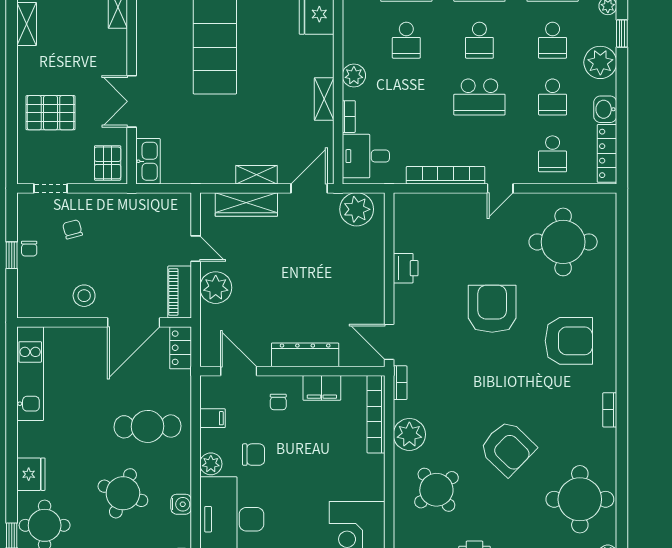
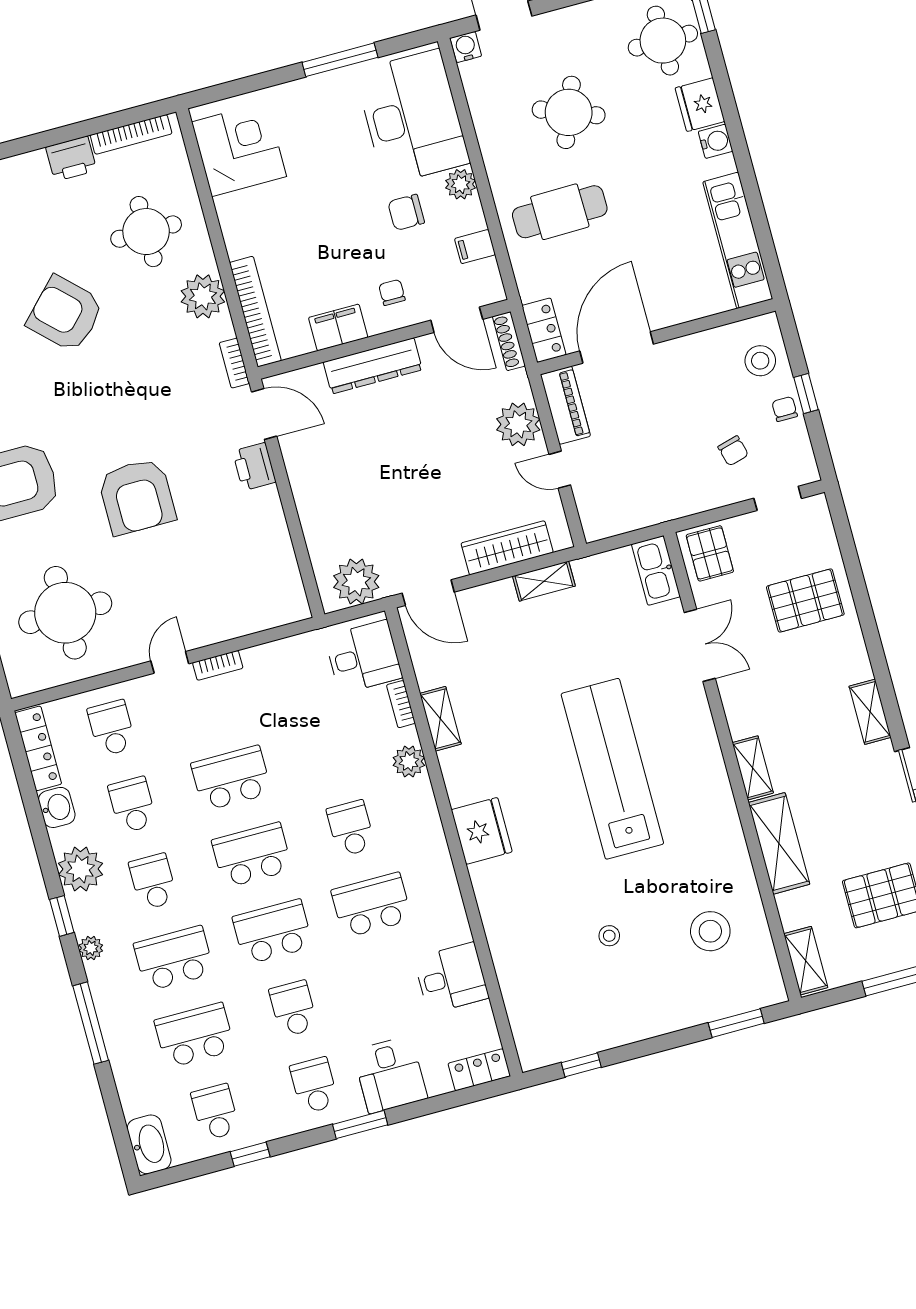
school desk: (479, 40) -> (252, 855), width x1.85
shelving: (256, 175) -> (544, 581), moved
bookcase: (446, 175) -> (218, 665), width x0.43, depth x0.76
door: (309, 188) -> (428, 593), hinge flipped
printer: (406, 268) -> (254, 467), moved
stool: (84, 296) -> (760, 361), moved
shoe rack: (207, 347) -> (509, 341), added
round table: (436, 490) -> (146, 232), turned 38
water cooler: (181, 504) -> (715, 141), moved, turned 180

